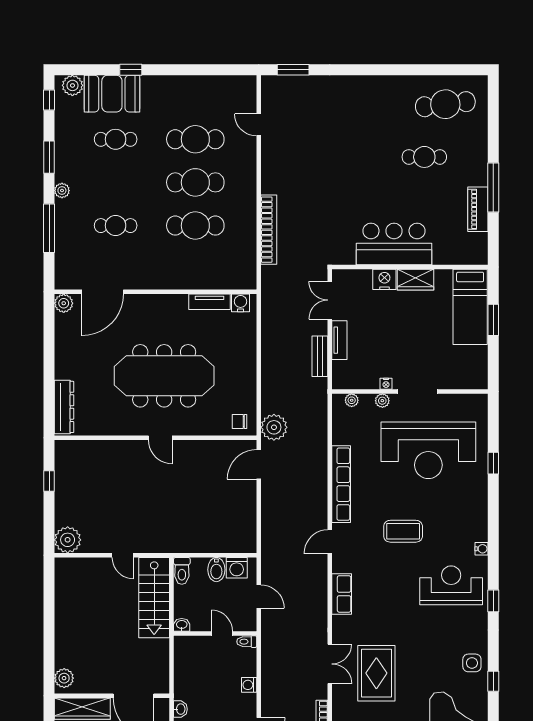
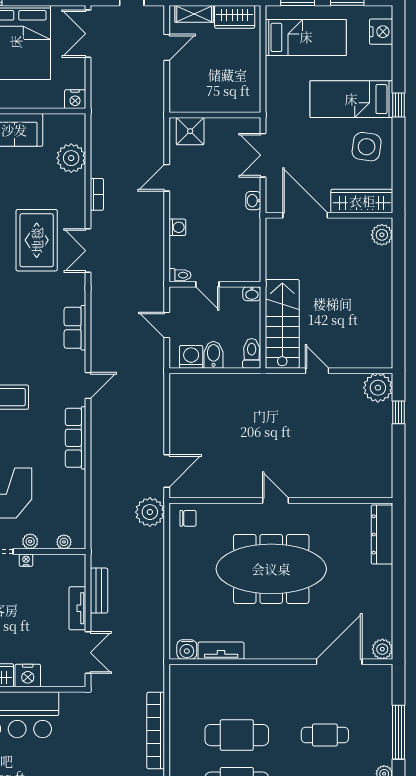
window: (49, 481) -> (398, 412), moved
row of seats: (341, 484) -> (76, 438), width x0.73

